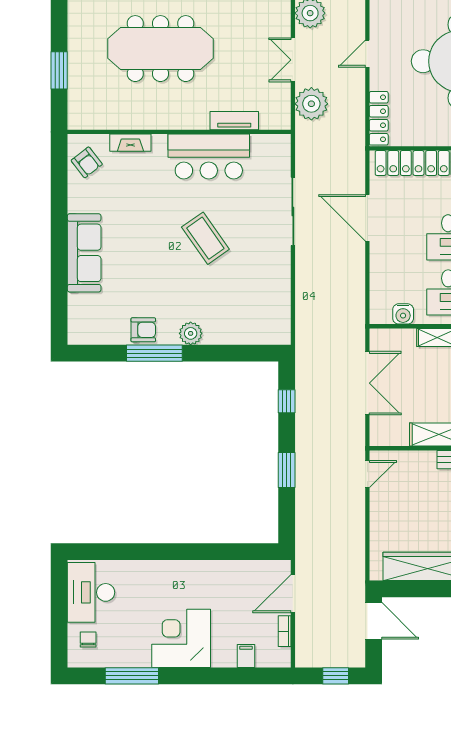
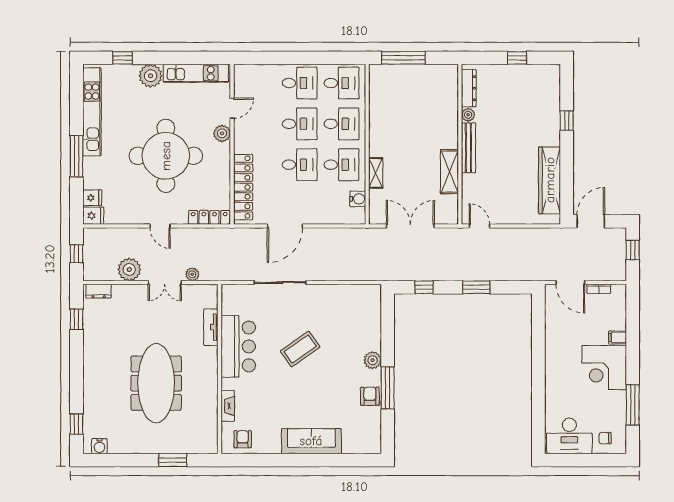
plant: (311, 104) -> (192, 274), width x0.53, depth x0.53
armchair: (87, 162) -> (243, 439), turned -52
filing cabinet: (246, 656) -> (618, 337), moved

